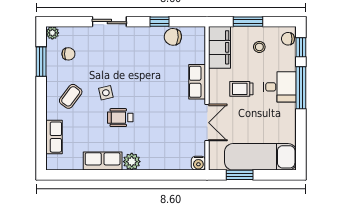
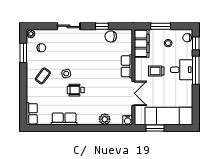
row of seats: (54, 137) -> (32, 114), moved
plant: (132, 162) -> (105, 119), moved

